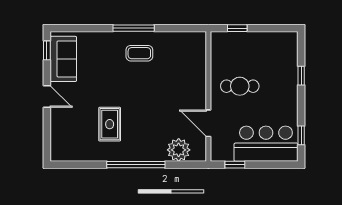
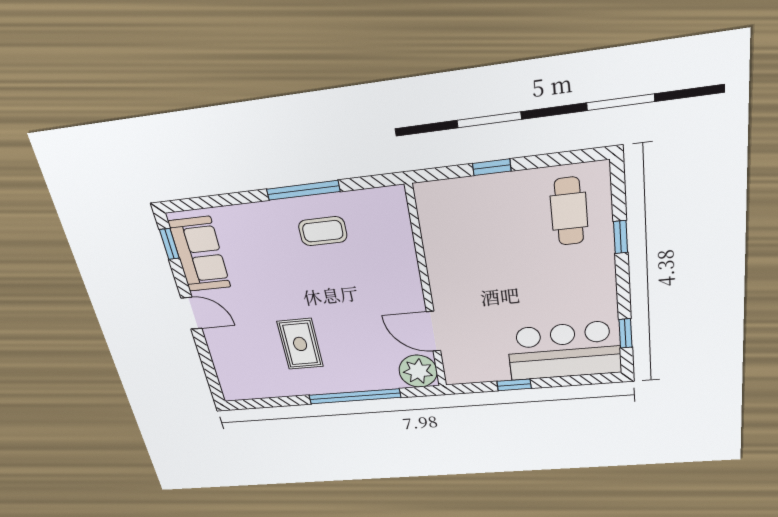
cafe table: (240, 86) -> (569, 211), moved, turned 90
wall: (208, 96) -> (427, 291), moved
door: (208, 123) -> (434, 331), moved

